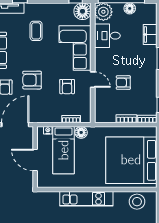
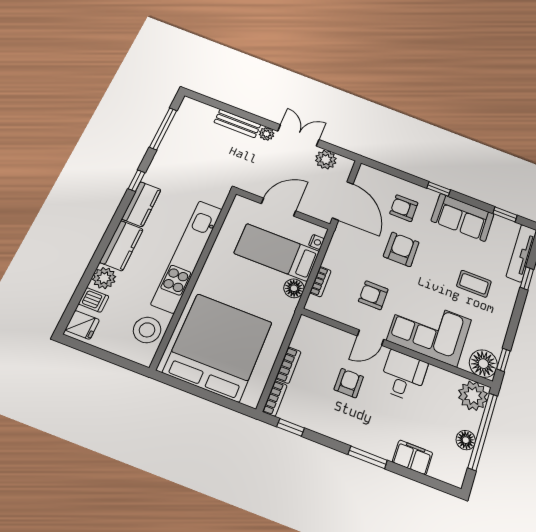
desk: (107, 36) -> (403, 376), moved
kitchen unit: (86, 199) -> (187, 256), width x1.36

